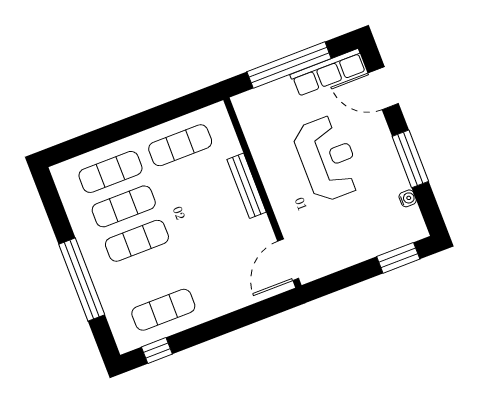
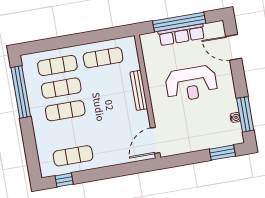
row of seats: (328, 72) -> (181, 35), moved
reception desk: (328, 159) -> (191, 84), turned 90
window: (410, 159) -> (245, 114), moved
window: (82, 280) -> (21, 92), moved

